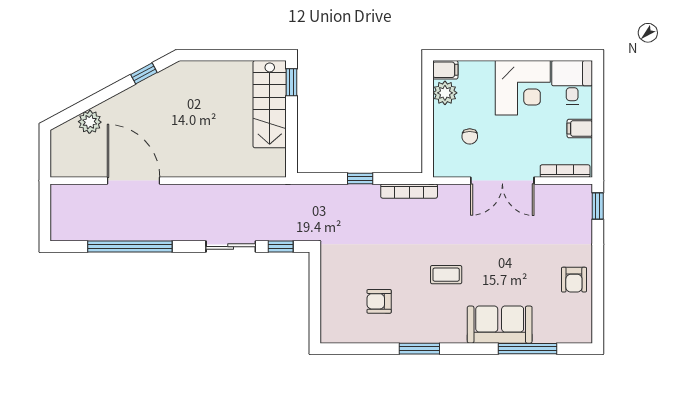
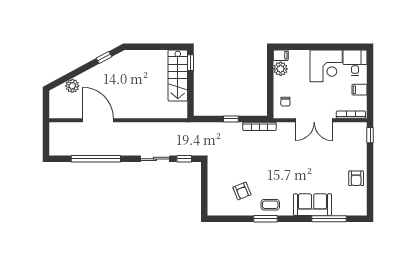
chair: (470, 136) -> (285, 102), moved
coffee table: (446, 275) -> (270, 205), moved
armchair: (379, 301) -> (242, 191), turned -112

